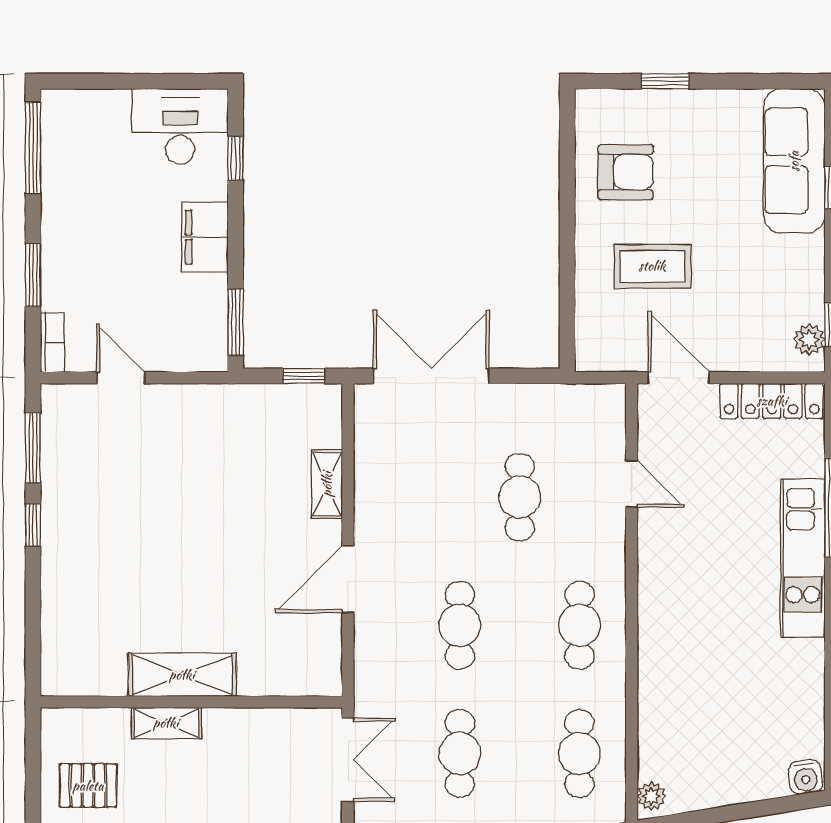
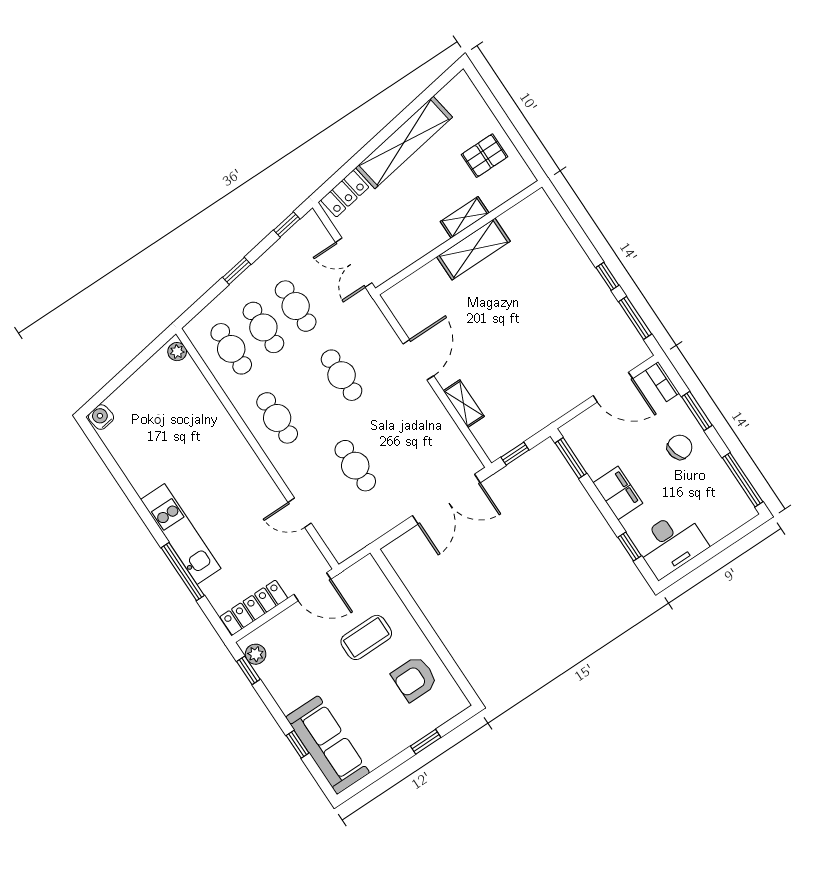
chair: (86, 243) -> (680, 447), added
door: (121, 378) -> (613, 387), width x1.38
cafe table: (520, 753) -> (263, 327), added

